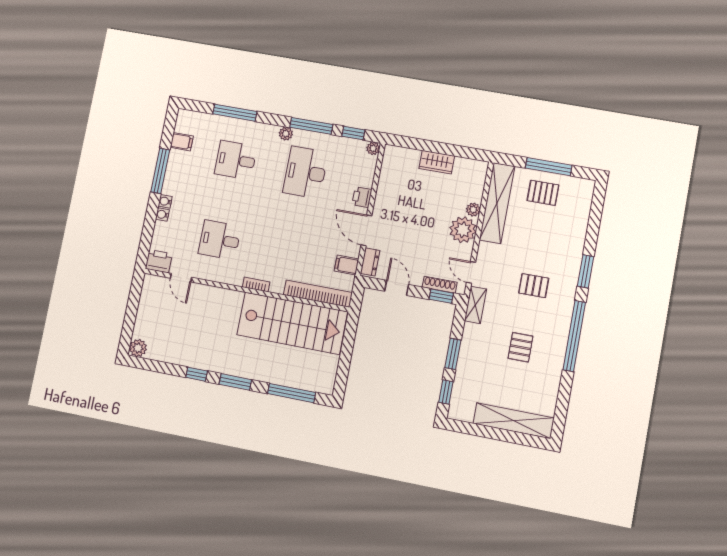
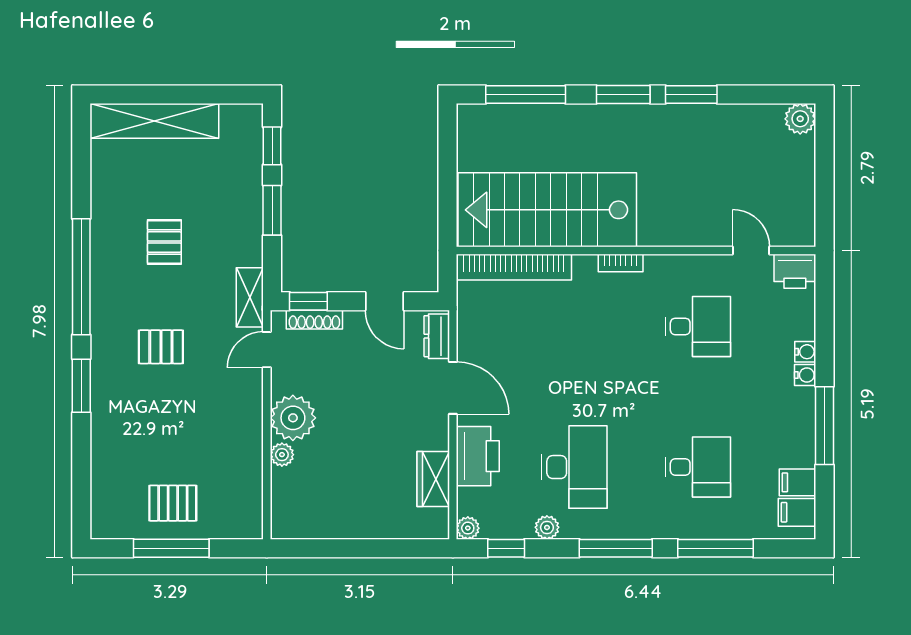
window: (311, 126) -> (616, 548), moved
plant: (286, 134) -> (547, 527), moved
wardrobe: (437, 162) -> (433, 479), moved, turned -90
printer: (362, 197) -> (478, 456), width x1.87, depth x1.48
shelving: (497, 203) -> (245, 472), removed
filing cabinet: (346, 265) -> (797, 512), moved, turned 180
door: (471, 272) -> (267, 350), swing flipped
window: (197, 374) -> (691, 94), width x1.50

